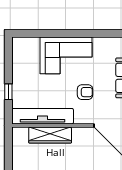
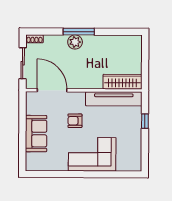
wardrobe: (50, 135) -> (123, 82), moved

